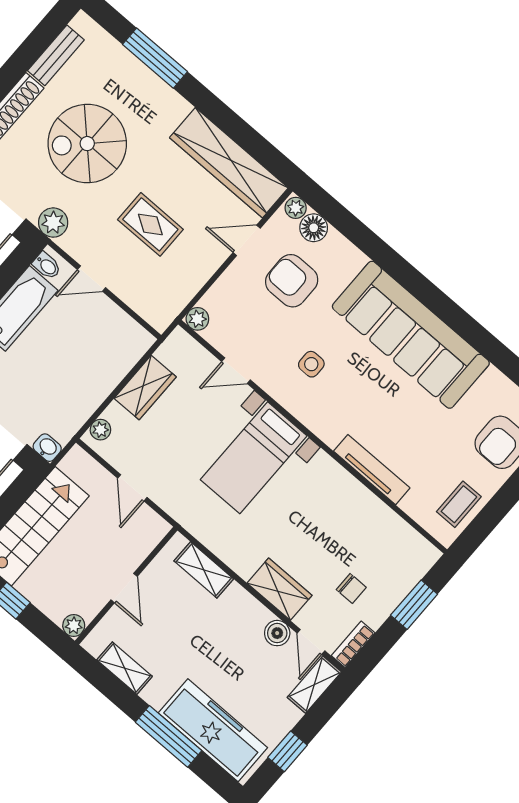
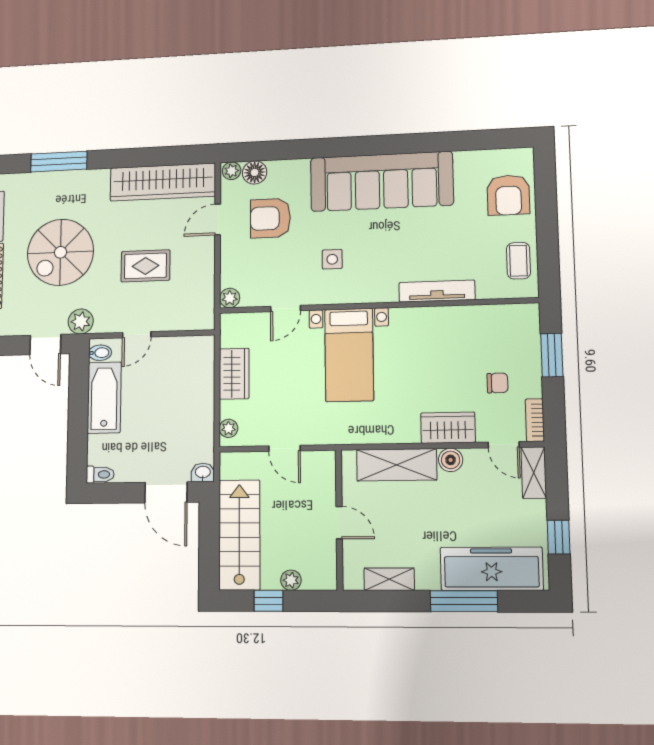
shelving: (204, 570) -> (397, 465), width x1.50, depth x1.33
plant: (74, 625) -> (291, 580), moved
boiler: (277, 633) -> (451, 460), moved

